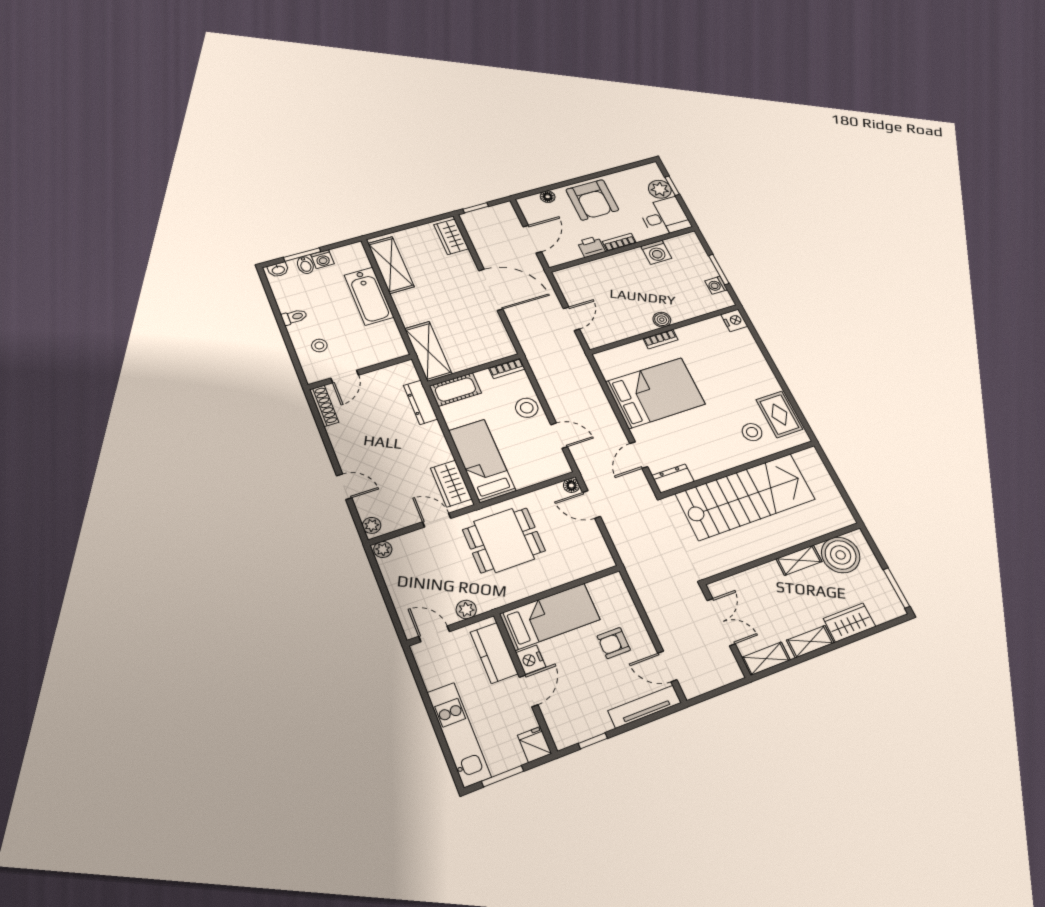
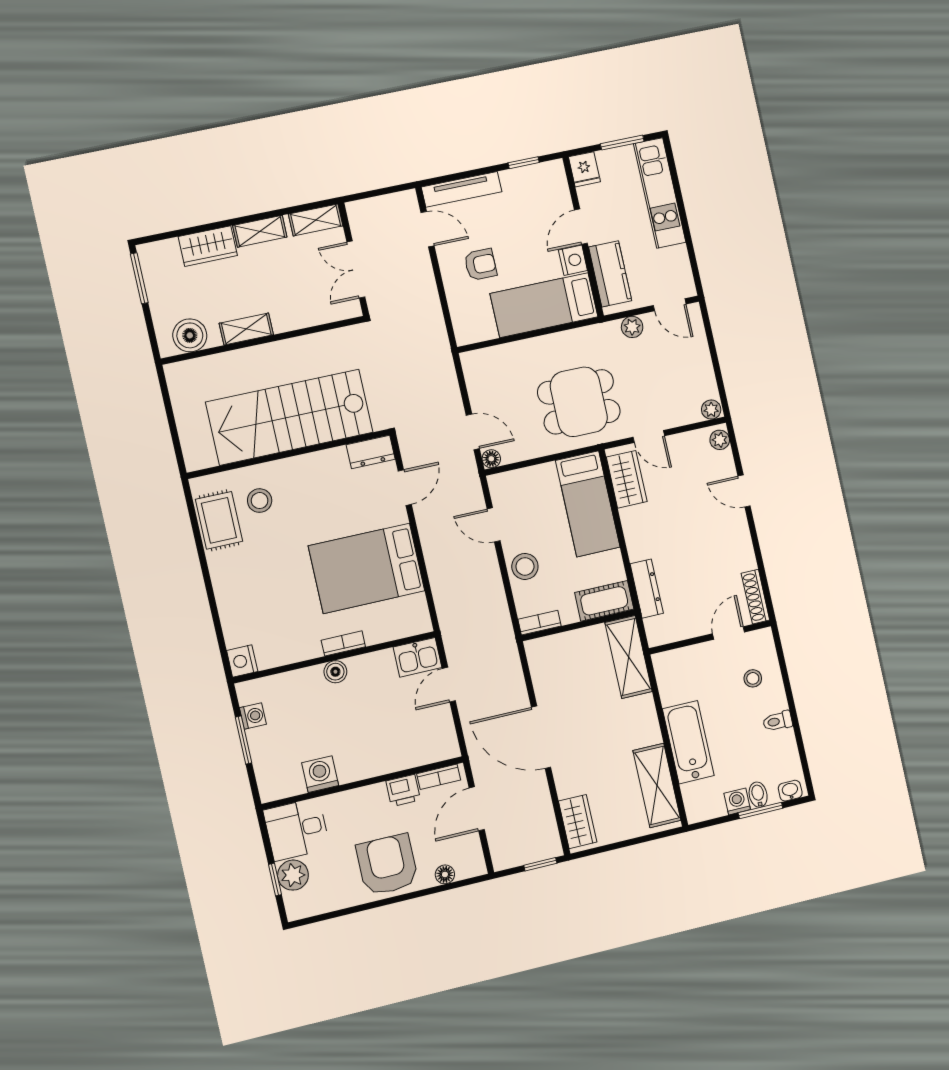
bookcase: (619, 242) -> (439, 777), moved
kitchen sink: (600, 335) -> (418, 657), added
boiler: (841, 555) -> (190, 335), width x0.73, depth x0.73

